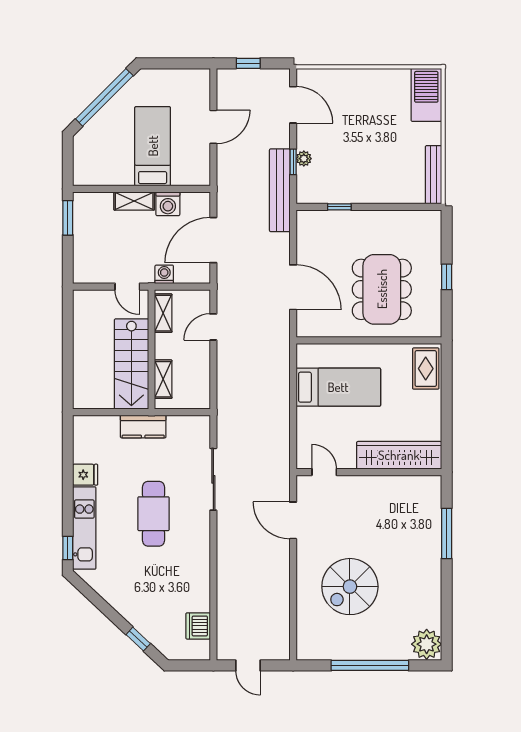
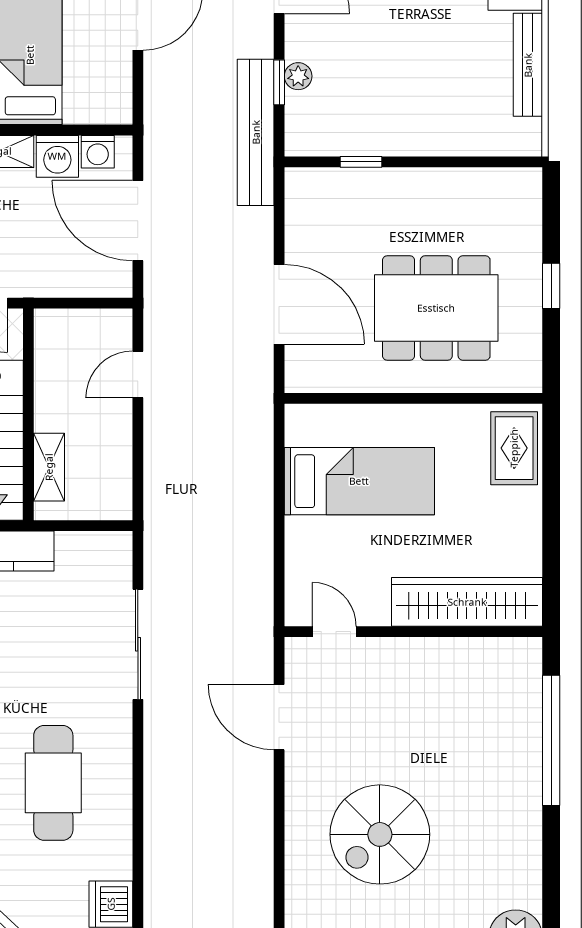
bench: (433, 175) -> (528, 65), moved
door: (213, 240) -> (138, 221), hinge flipped
washing machine: (164, 274) -> (98, 152), moved, turned 180
dining table: (382, 289) -> (436, 308), turned 90
shelving: (163, 313) -> (49, 350), removed
cafe table: (154, 514) -> (53, 783), moved
window: (447, 533) -> (551, 740), width x1.46

